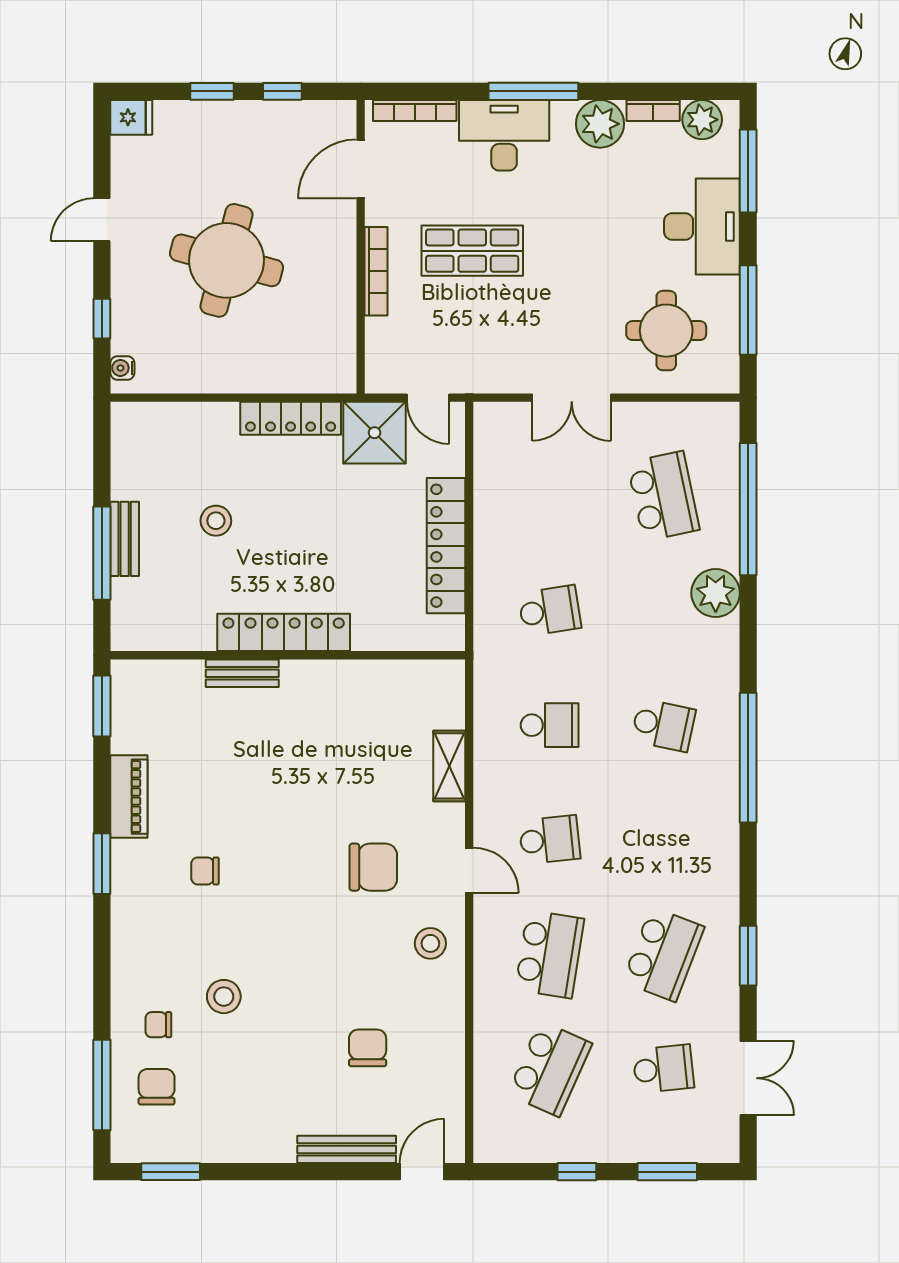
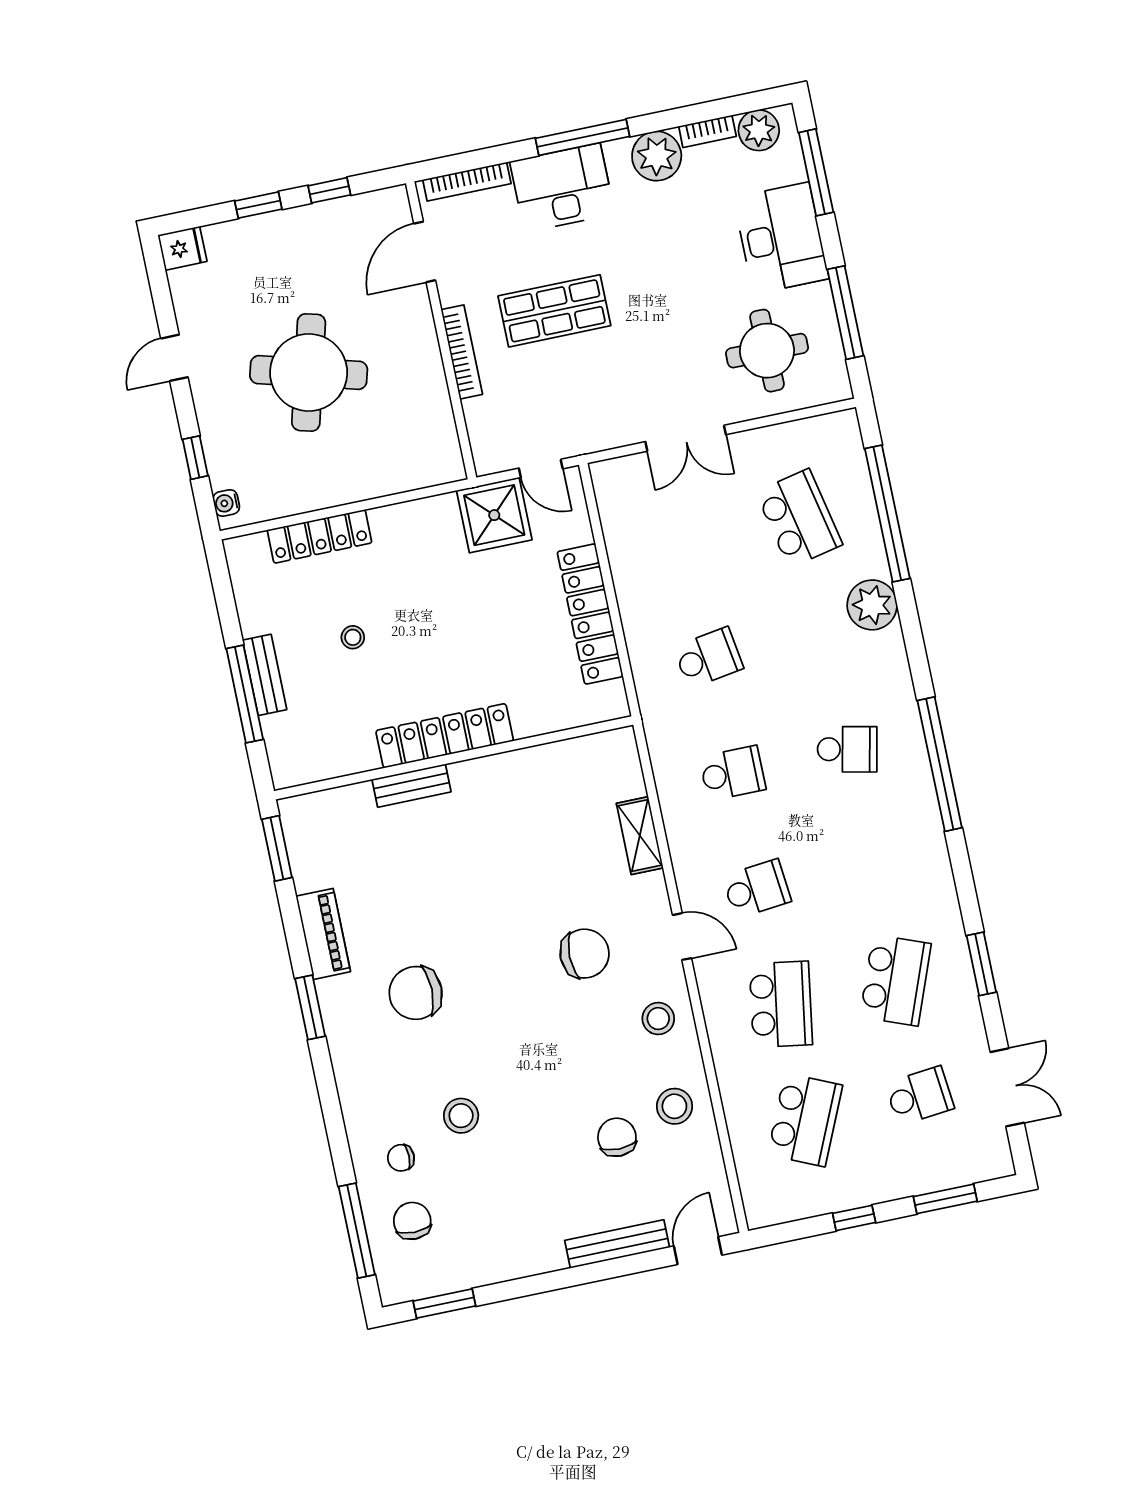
locker: (291, 418) -> (320, 536), moved
stool: (216, 521) -> (353, 637), width x0.73, depth x0.73
chair: (205, 871) -> (416, 993), width x1.87, depth x1.87
stool: (428, 1030) -> (674, 1106), added

